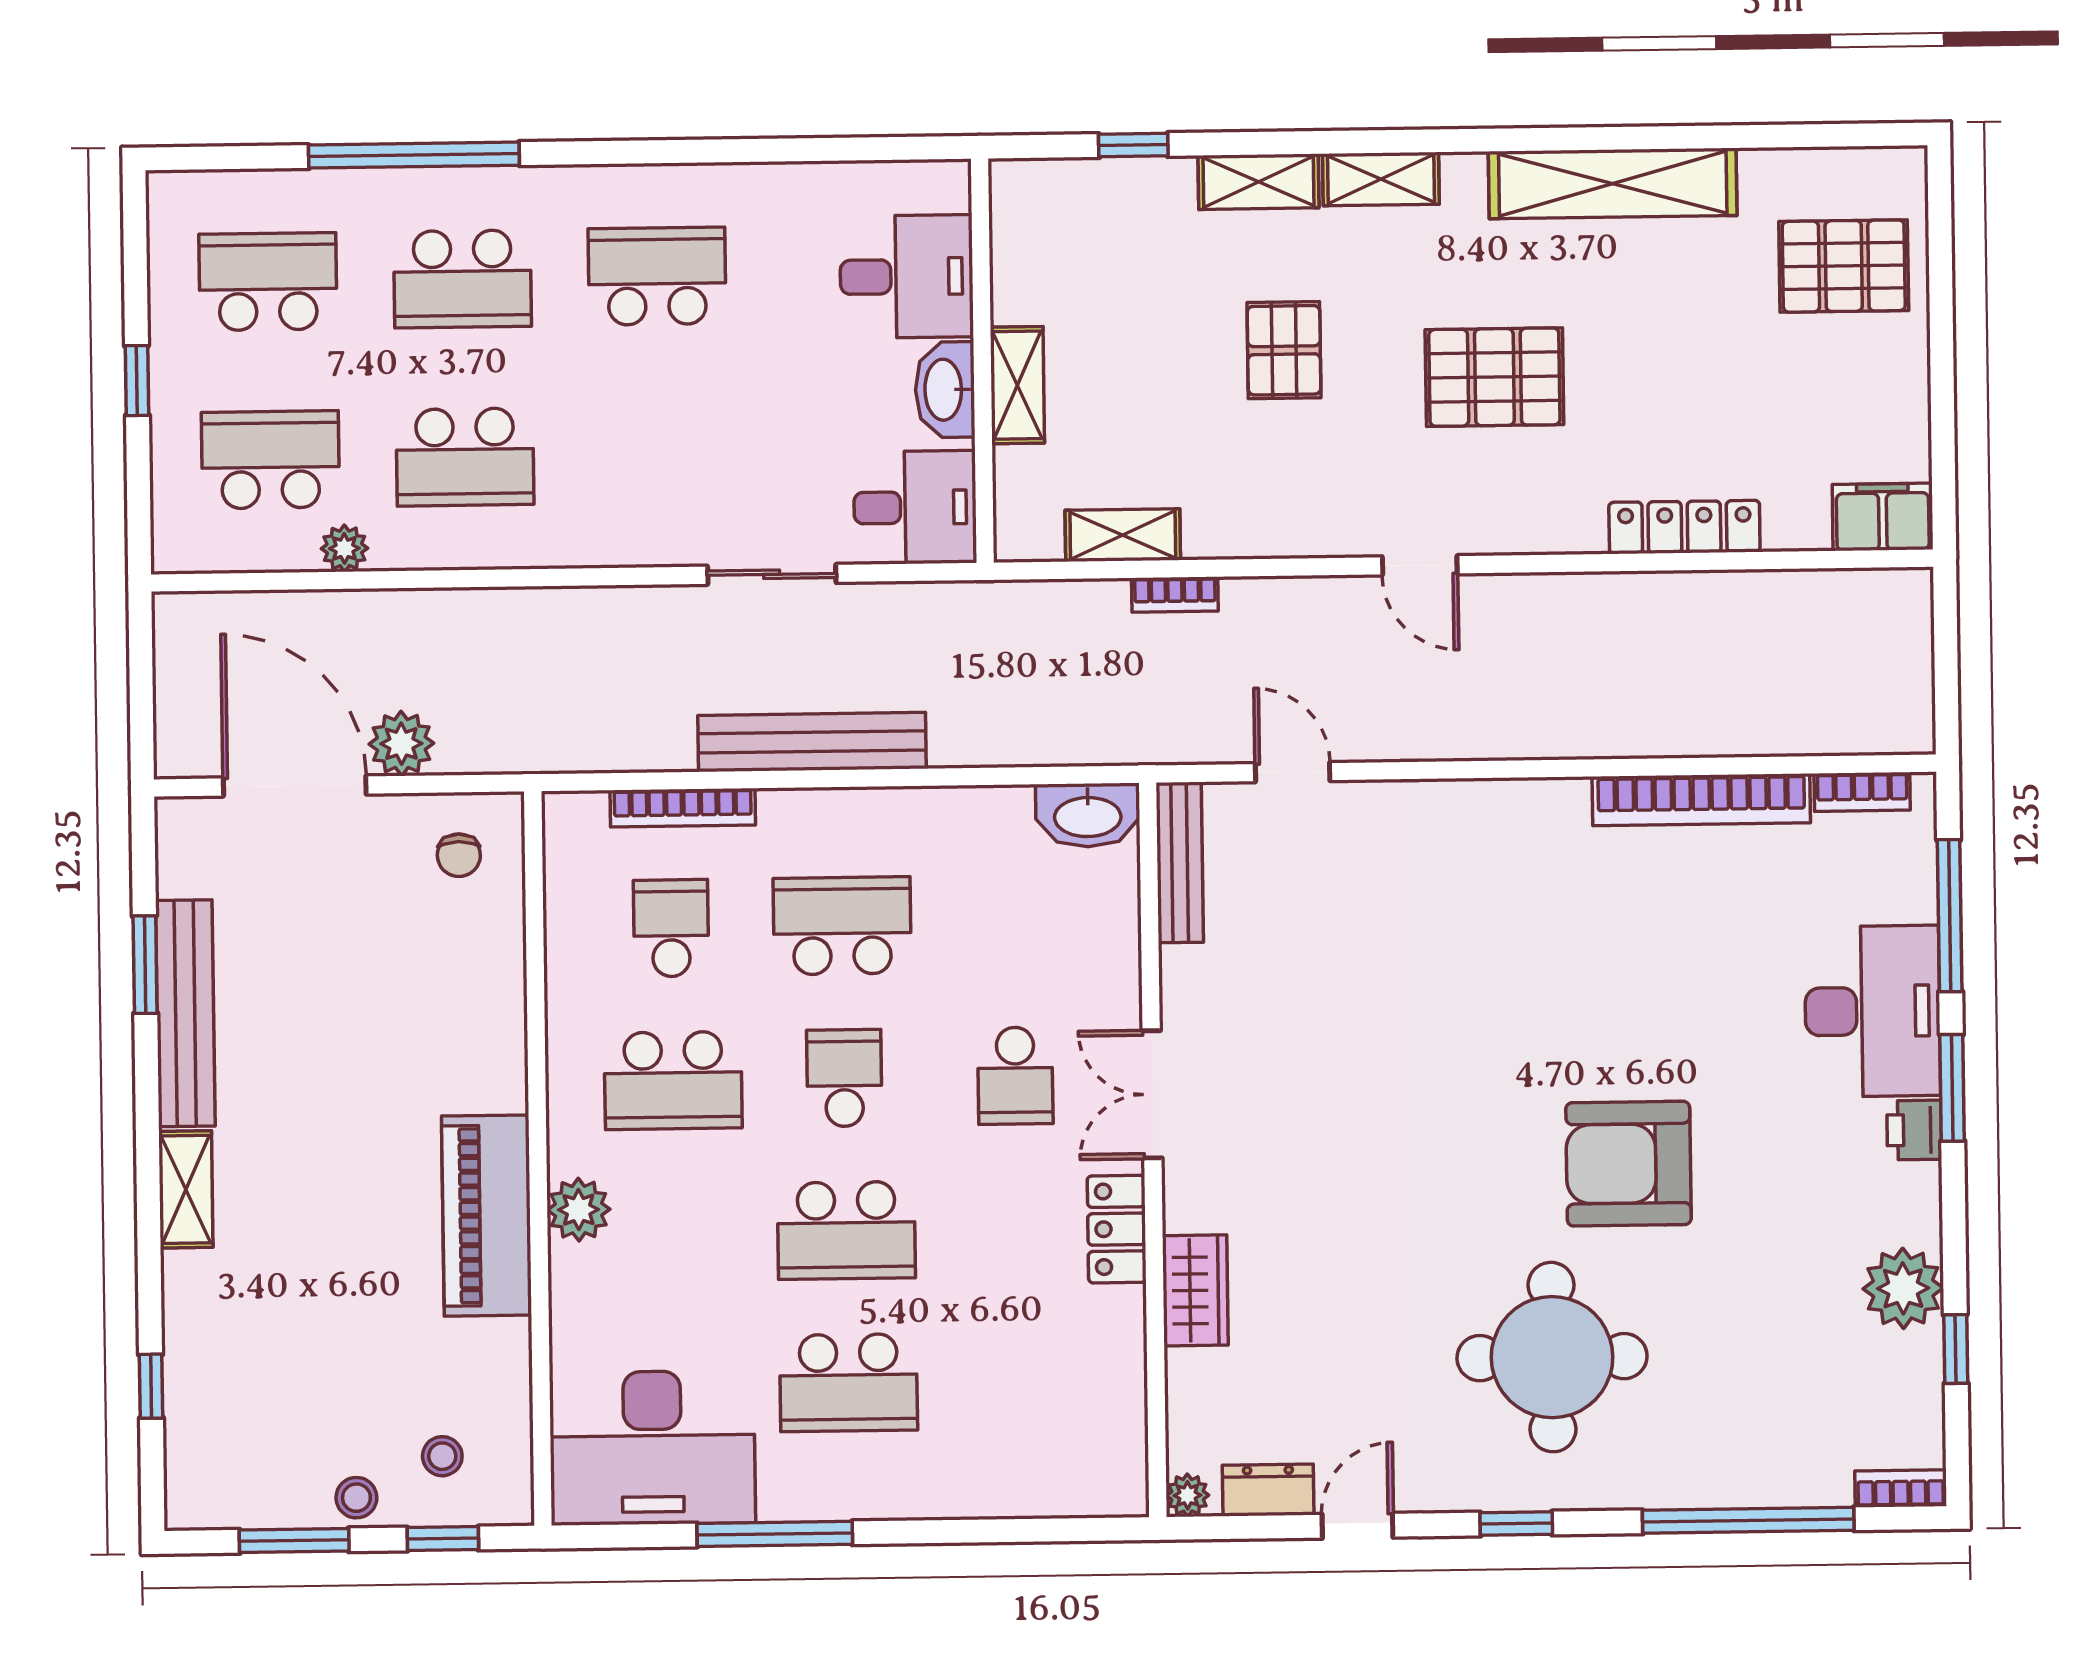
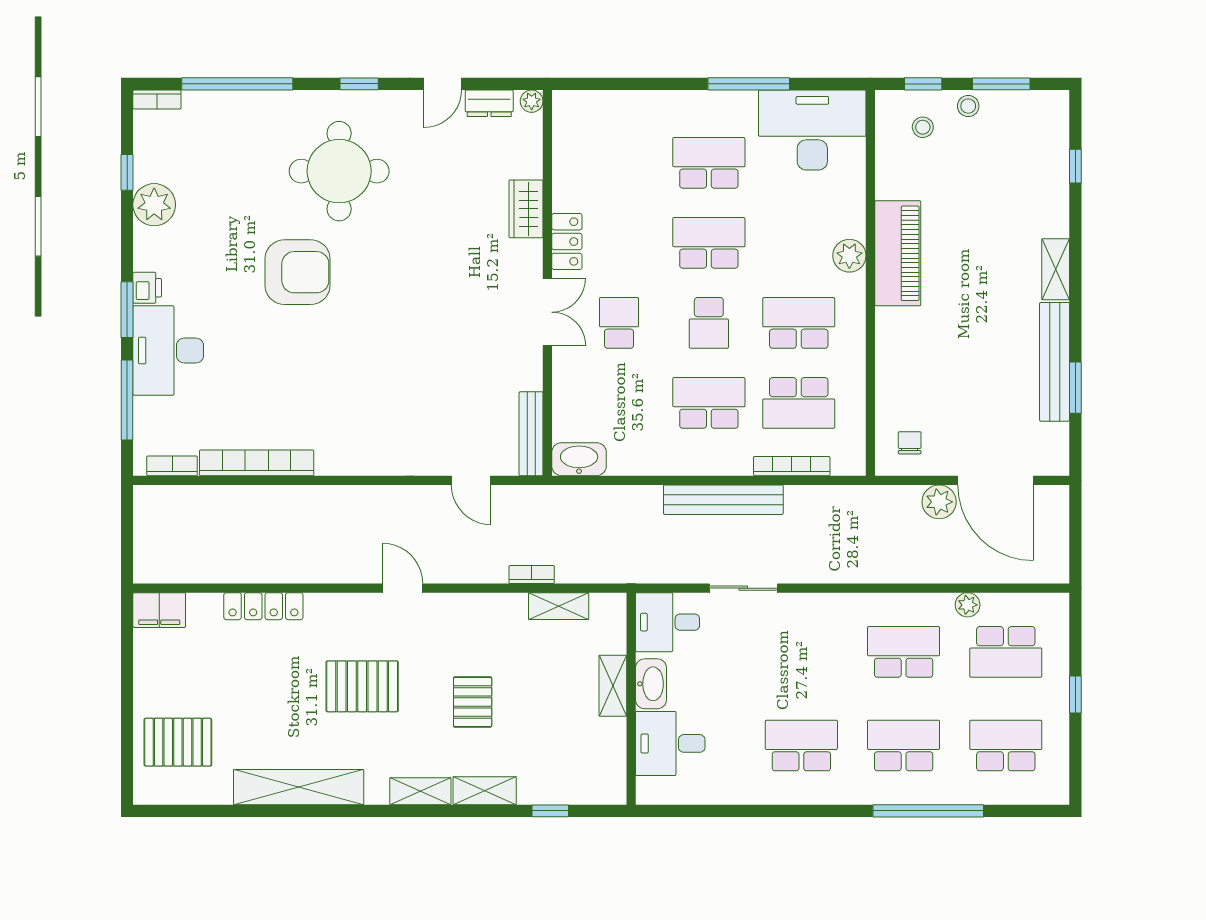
school desk: (657, 276) -> (801, 746), turned 180
school desk: (268, 282) -> (1006, 746), turned 180
school desk: (842, 926) -> (709, 403), turned 180
school desk: (671, 928) -> (799, 403), width x1.85

